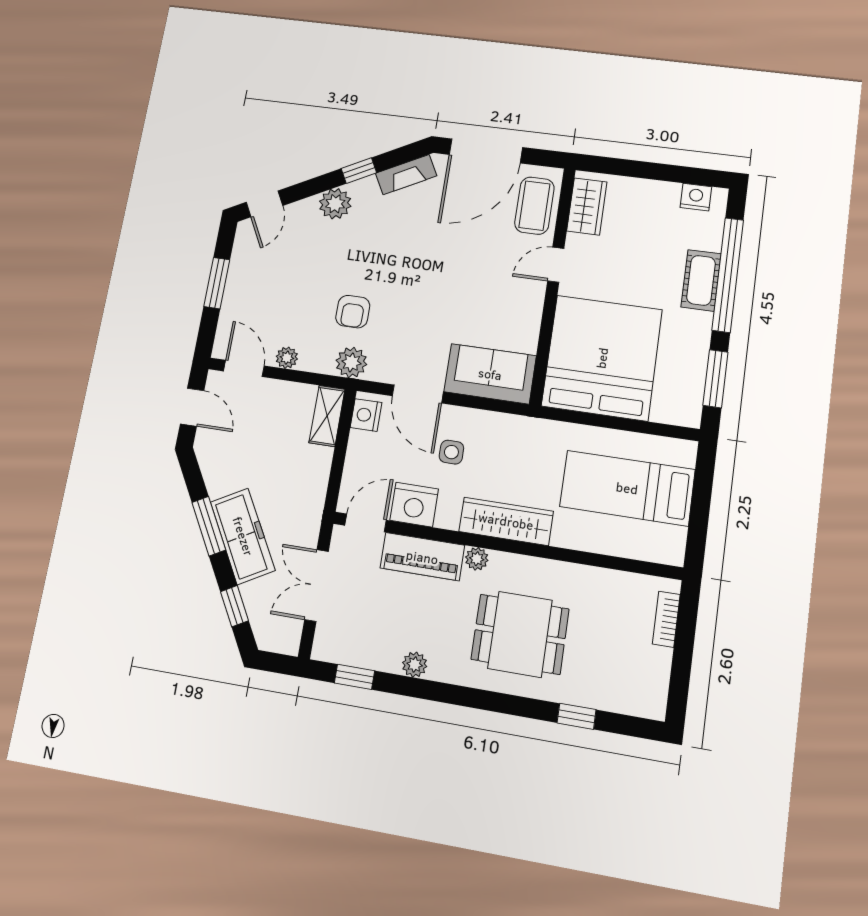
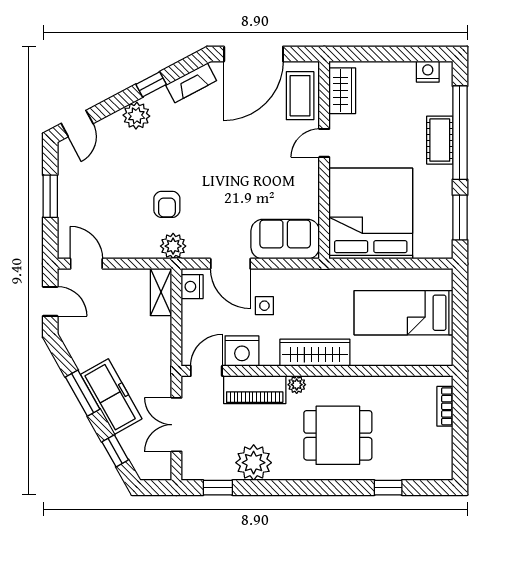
plant: (287, 358) -> (120, 250), removed
plant: (415, 665) -> (254, 463), width x1.88, depth x1.88

